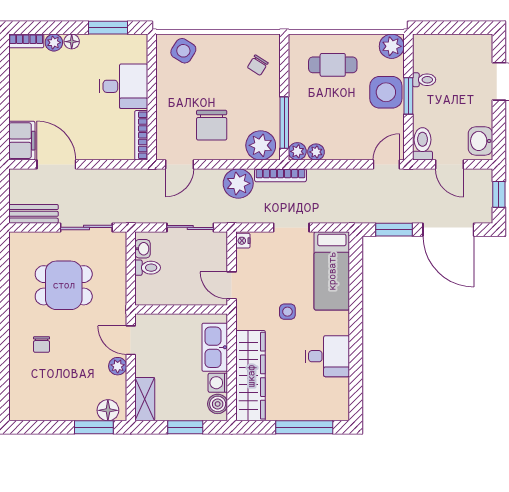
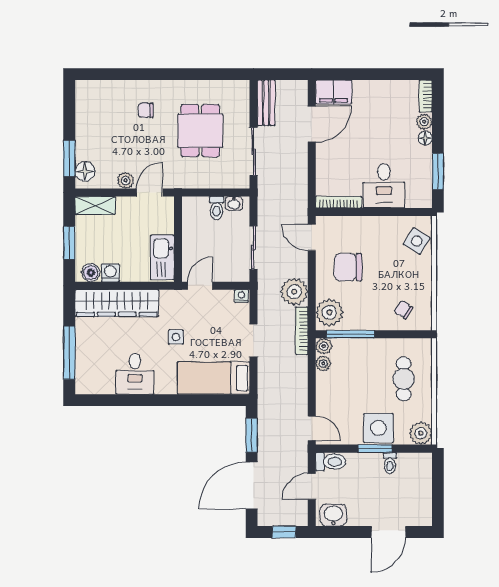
kitchen sink: (215, 347) -> (162, 257), moved, turned -90

